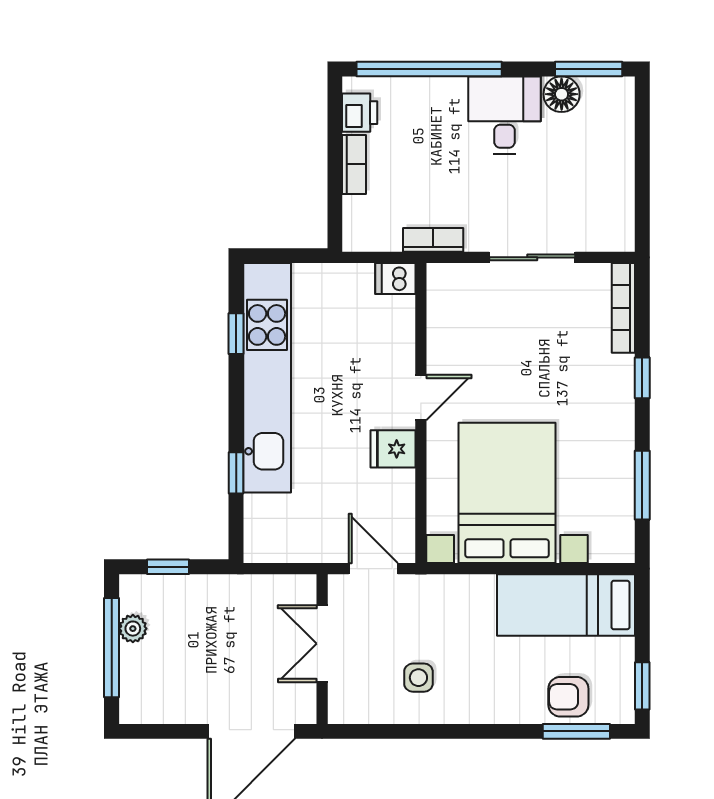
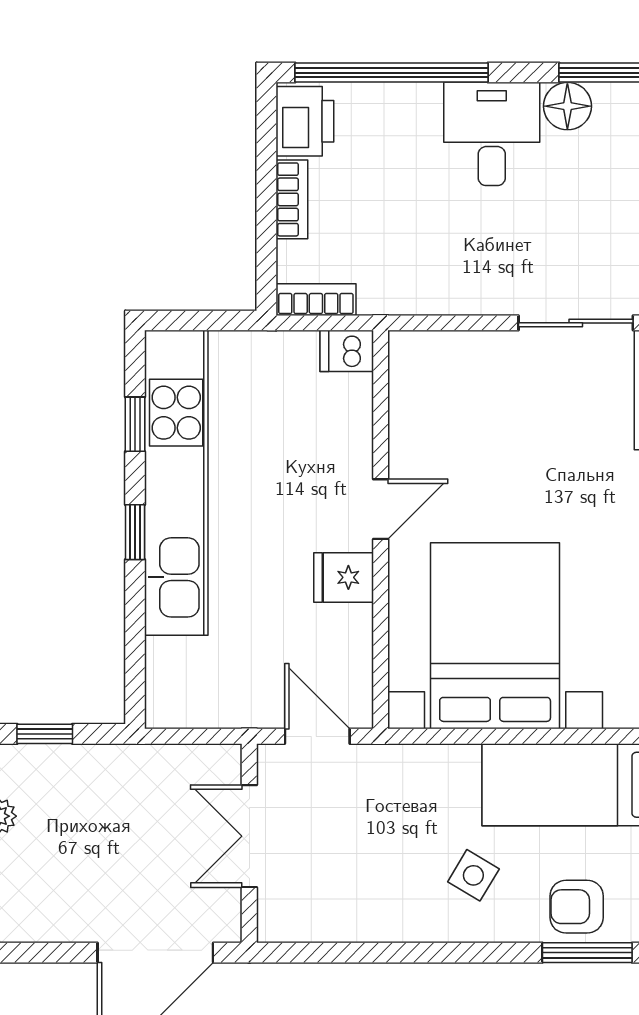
printer: (360, 113) -> (305, 121), width x1.36, depth x1.24
bookcase: (433, 240) -> (316, 300), moved
sliding door: (532, 257) -> (576, 323), moved
window: (236, 473) -> (135, 532), moved
side table: (418, 678) -> (473, 875), moved, turned 31

